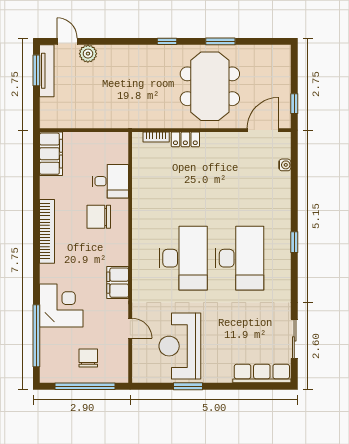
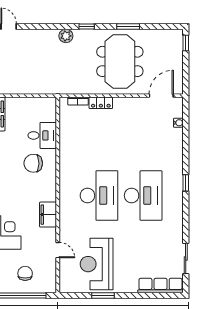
plant: (88, 54) -> (66, 36), moved
window: (294, 104) -> (186, 43), moved

